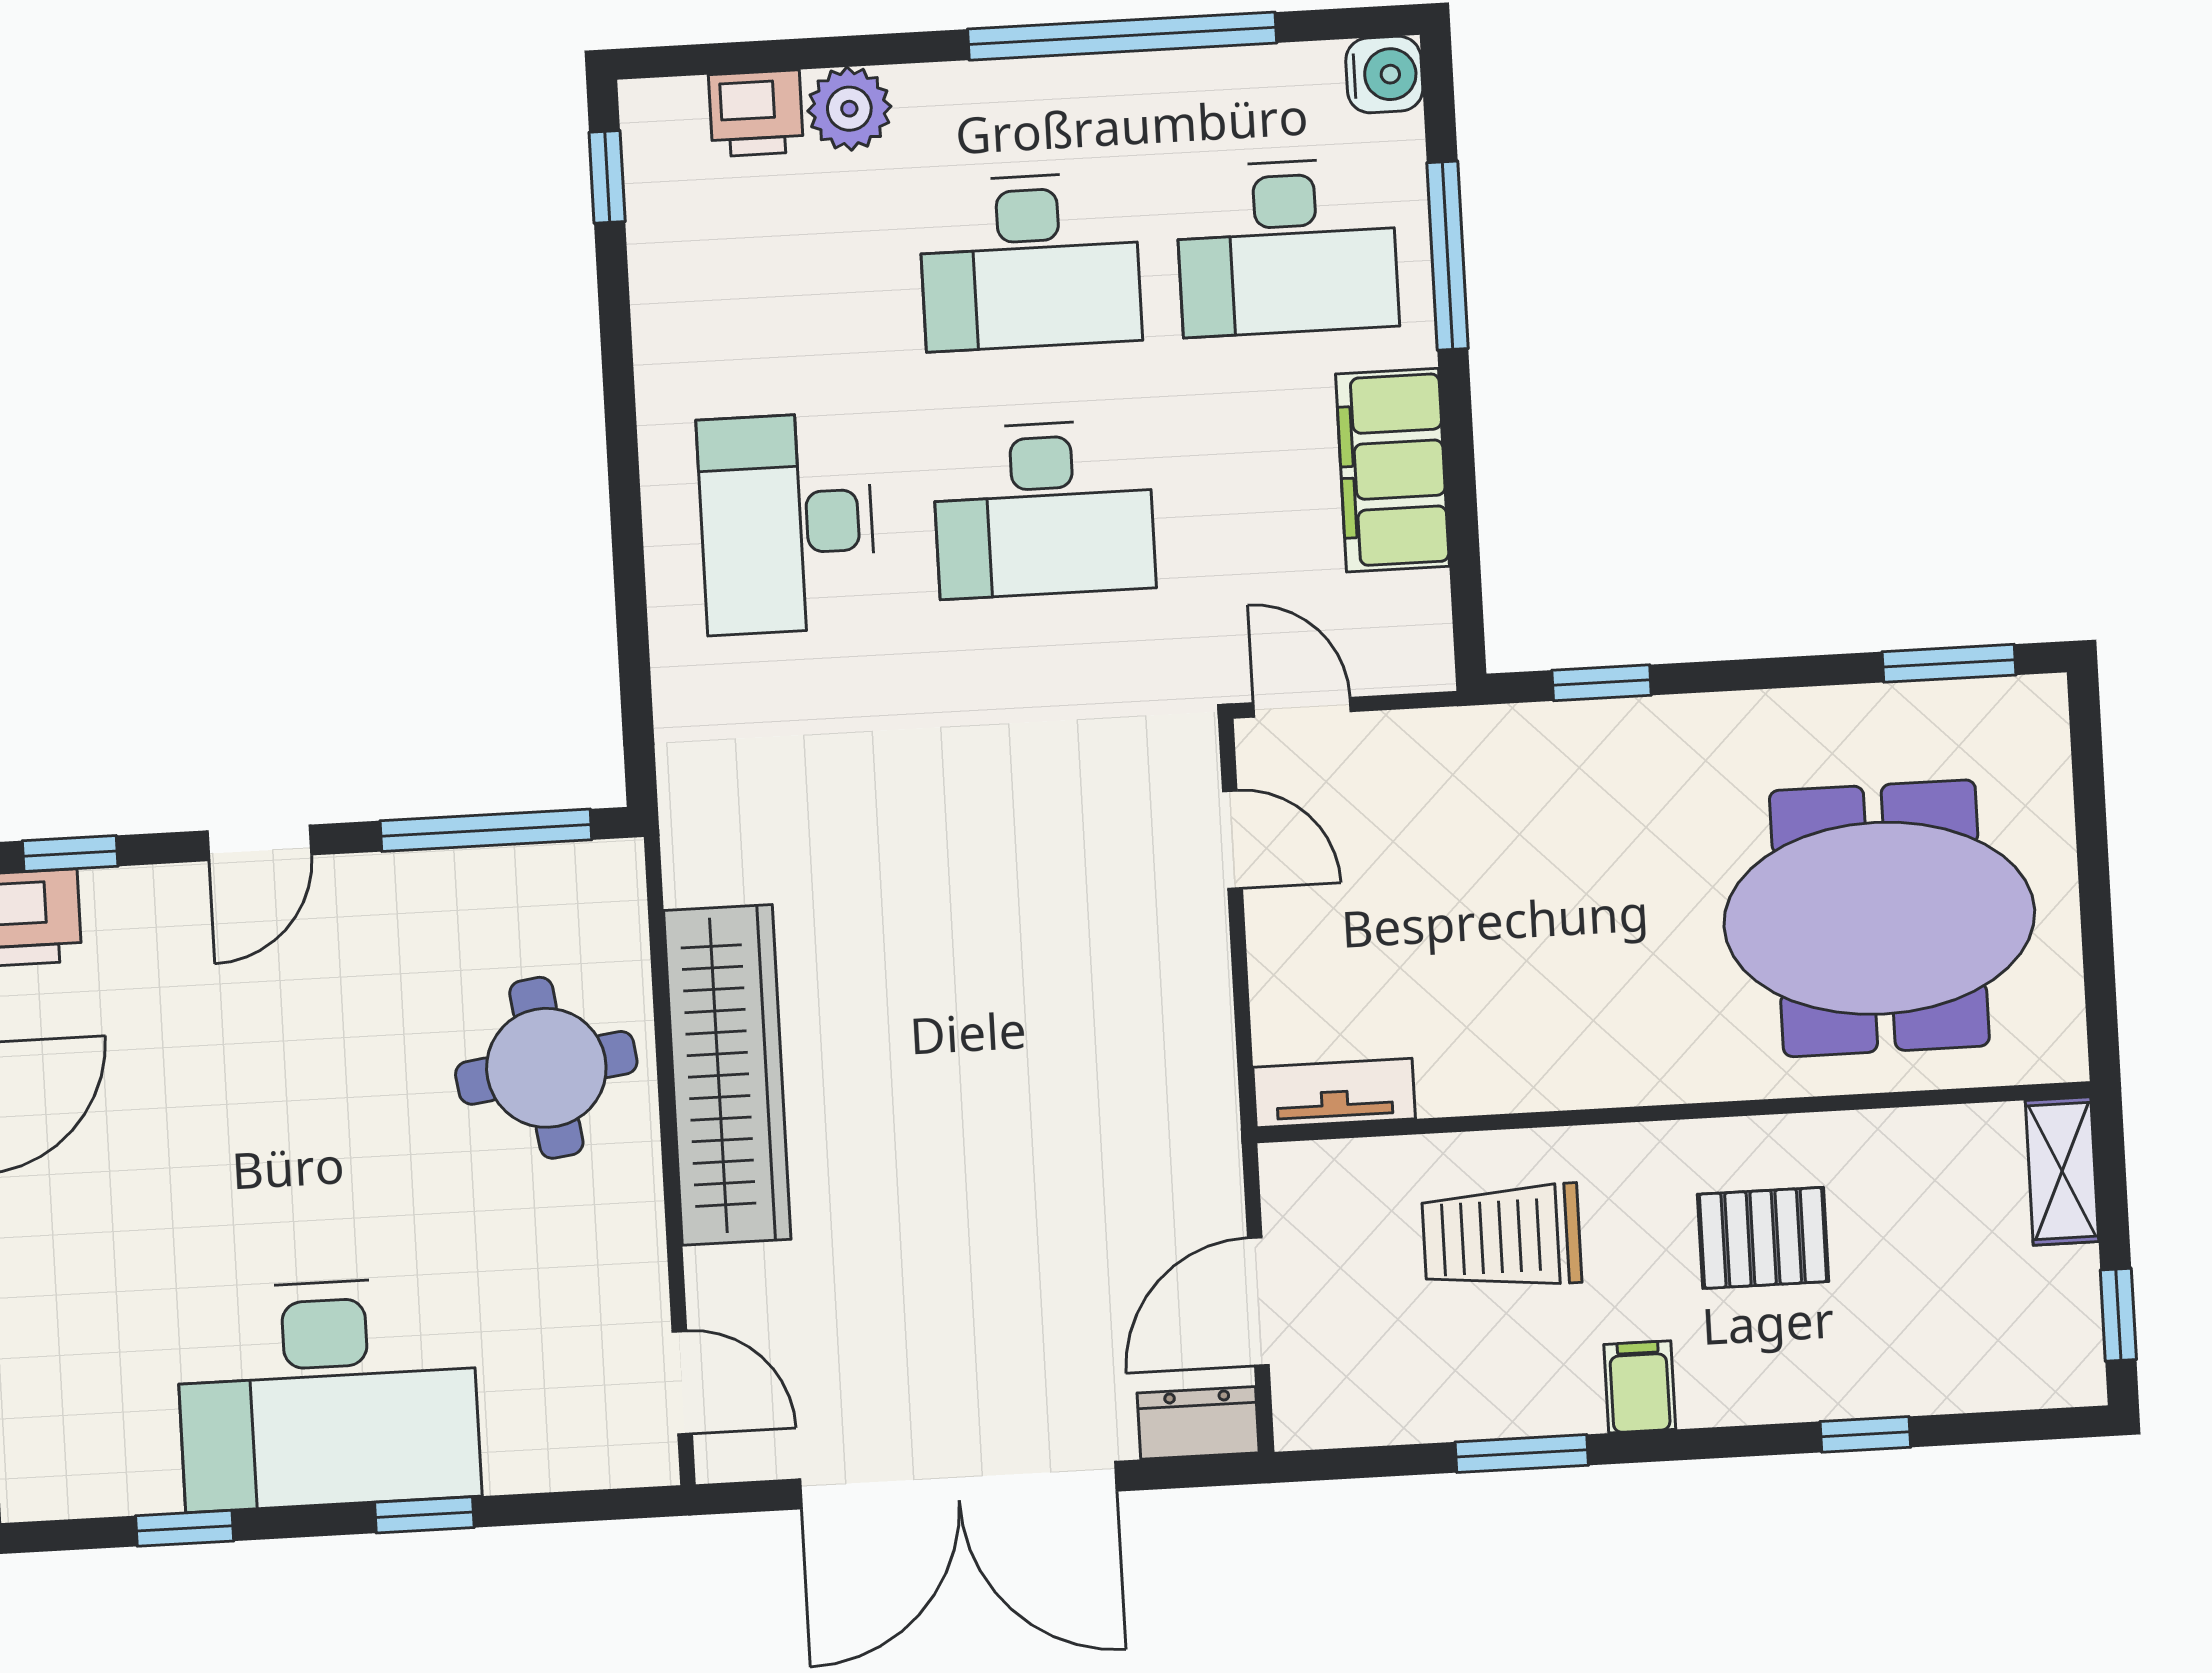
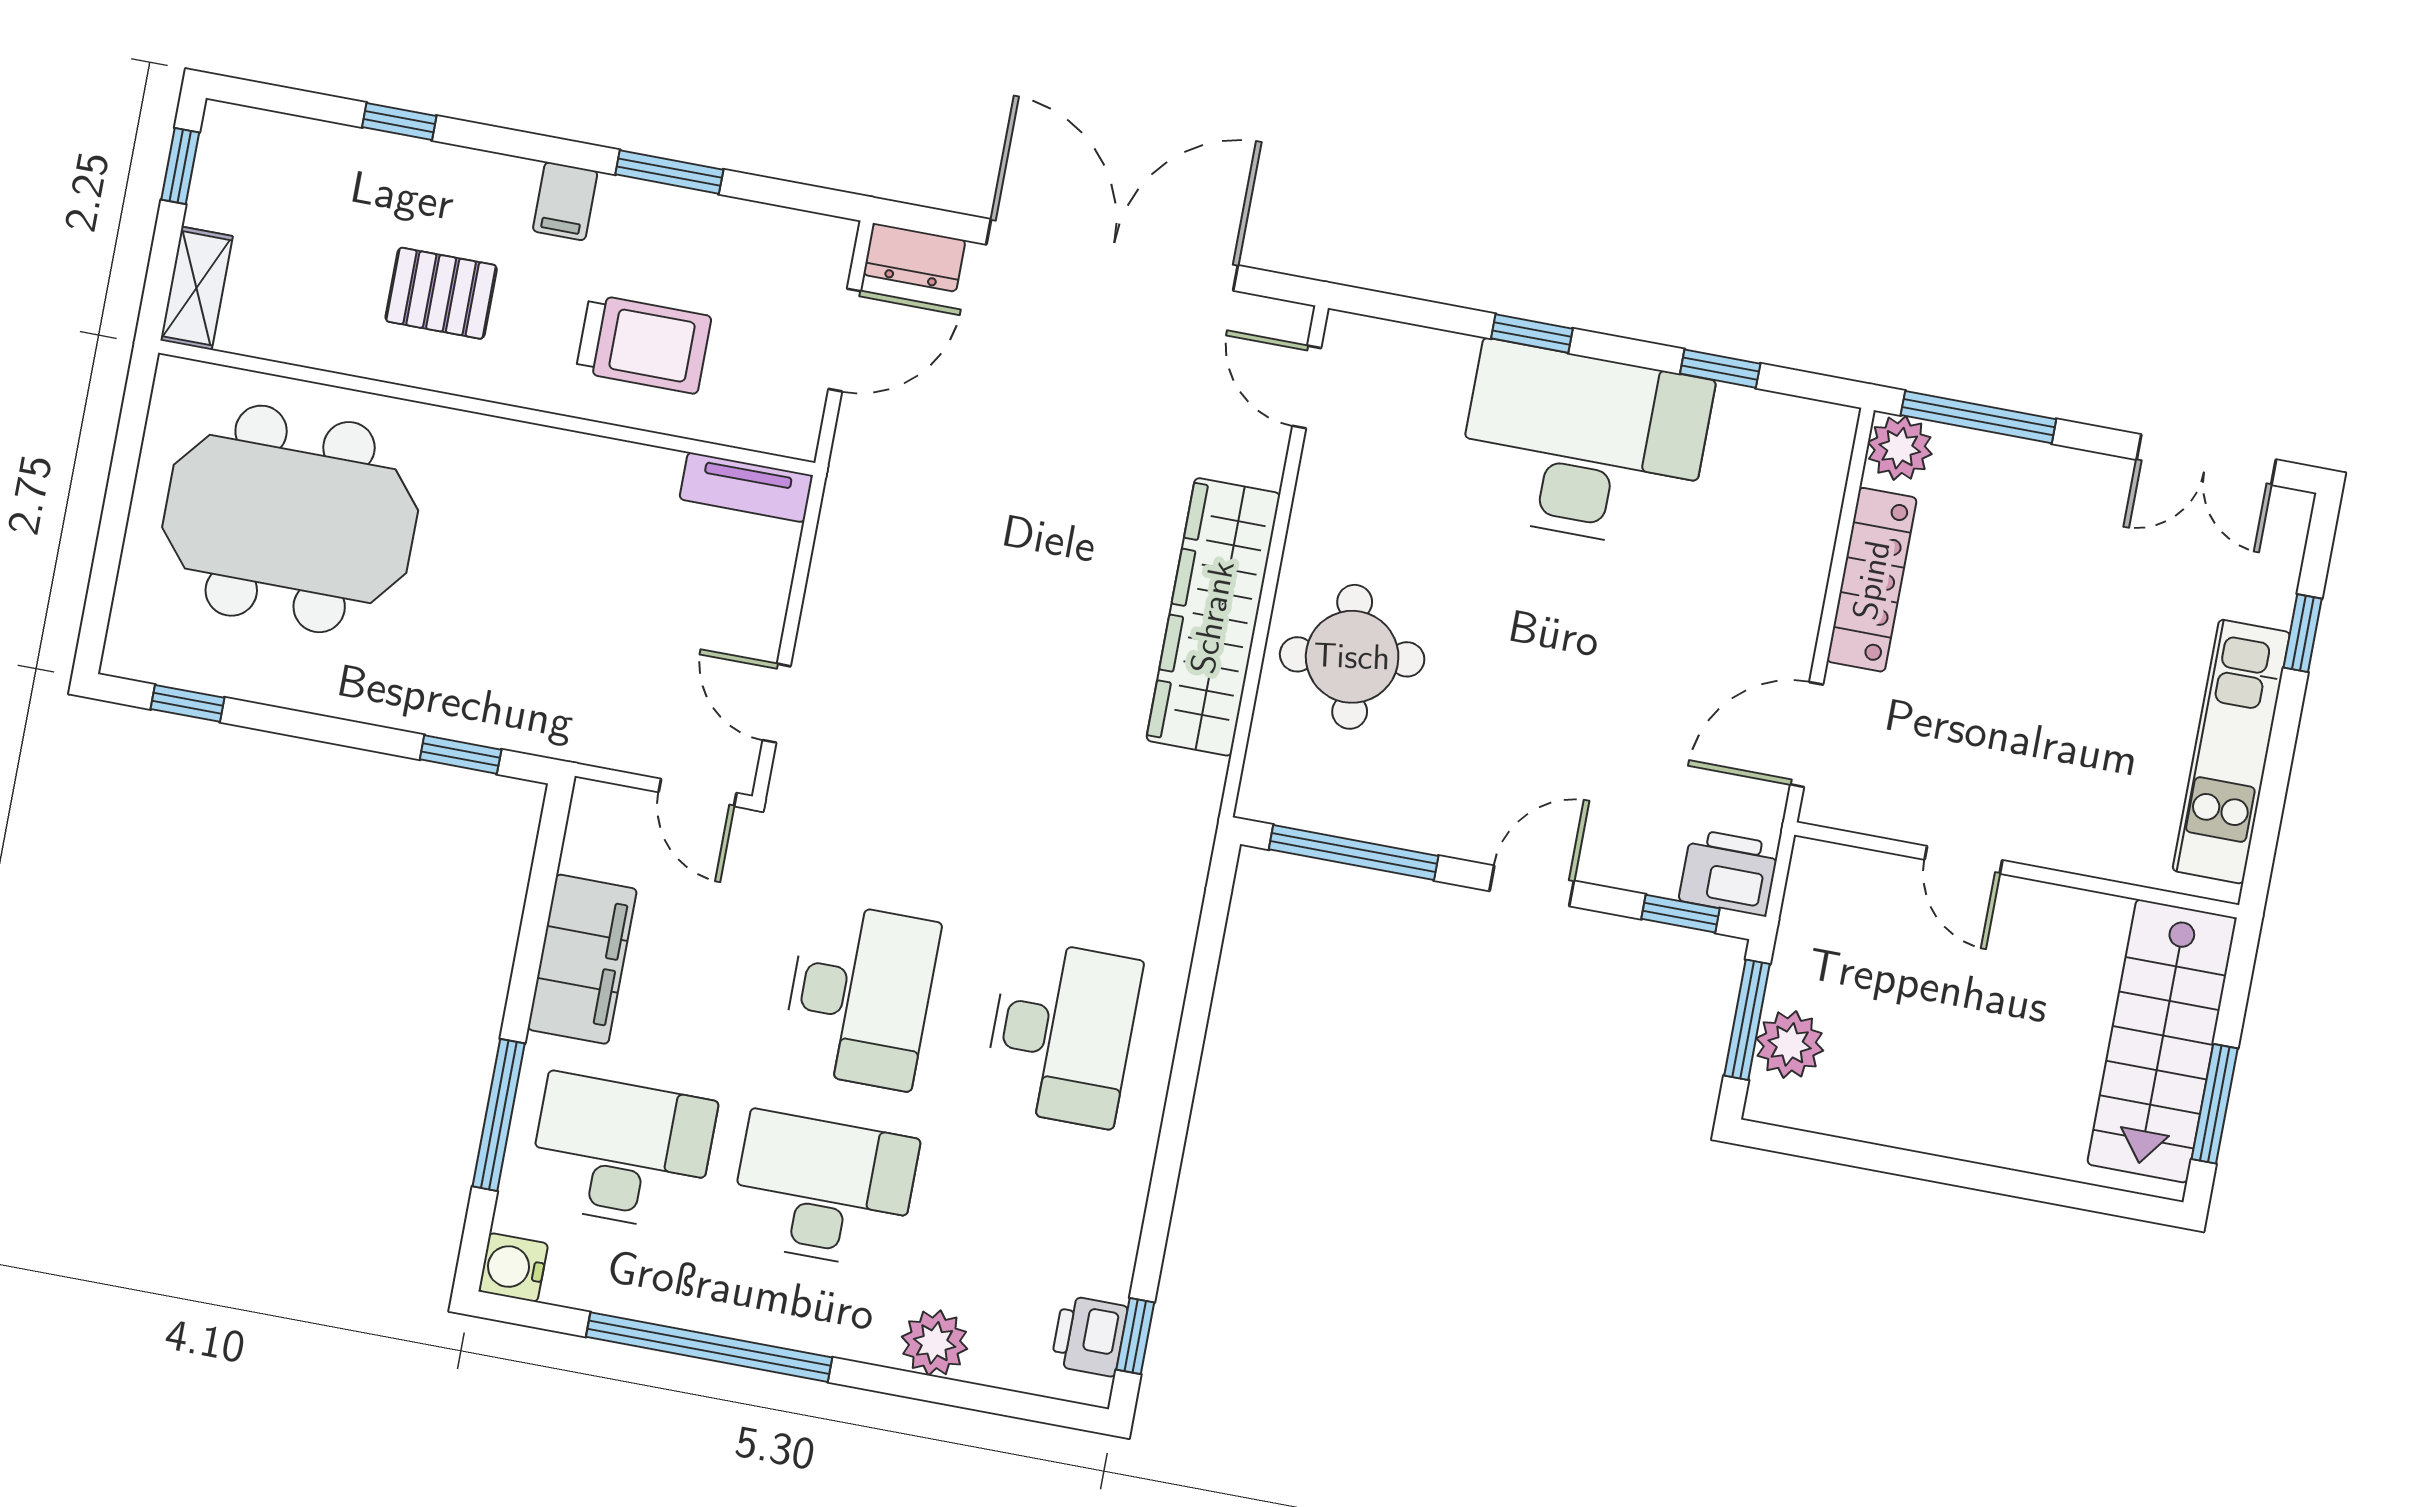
printer: (756, 113) -> (1089, 1336), moved, turned -90
desk: (1044, 509) -> (860, 995), turned 90
window: (1949, 663) -> (187, 703), width x0.67

